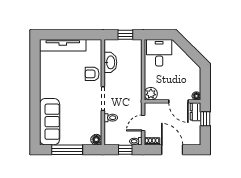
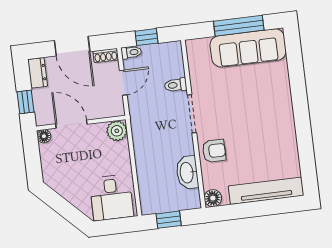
dresser: (196, 112) -> (38, 73), moved
sofa: (50, 122) -> (248, 48), moved, turned -90
floor lamp: (96, 140) -> (213, 198), moved

